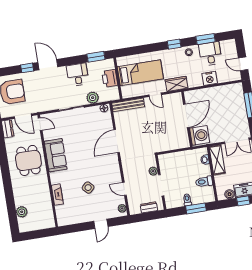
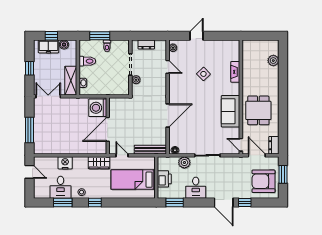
door: (186, 116) -> (108, 129), moved
wall: (187, 119) -> (108, 126), moved
washing machine: (200, 135) -> (98, 108), moved

